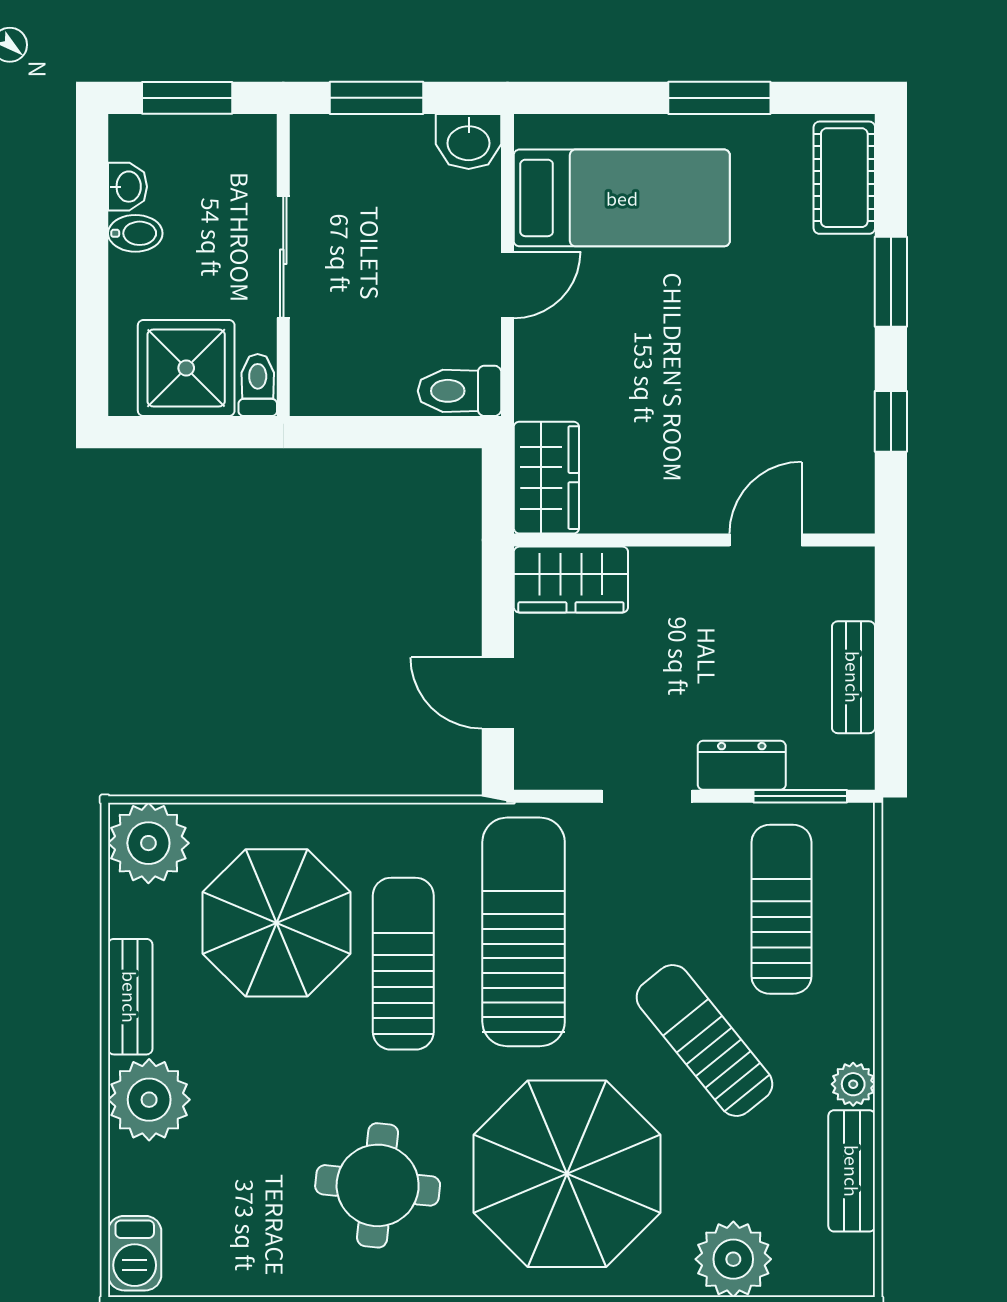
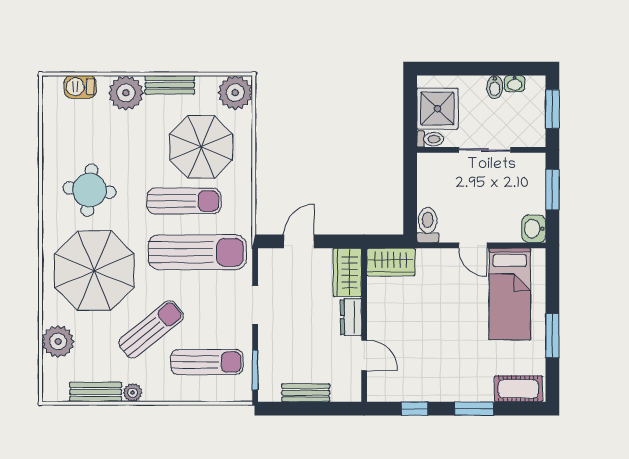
dresser: (742, 765) -> (351, 317), moved, turned 180
barbecue: (135, 1253) -> (80, 87), moved

